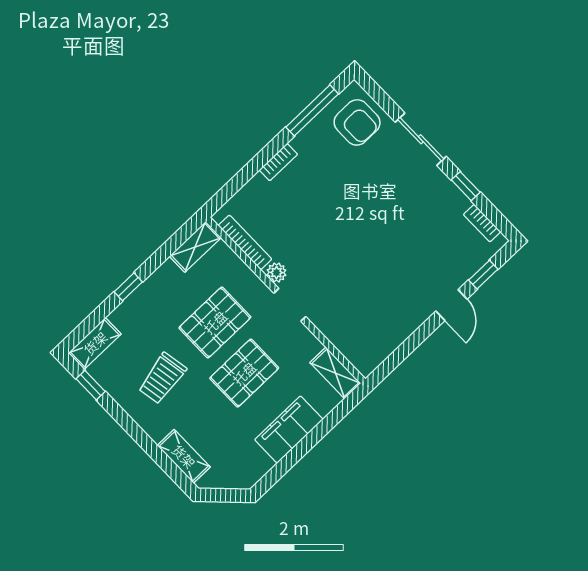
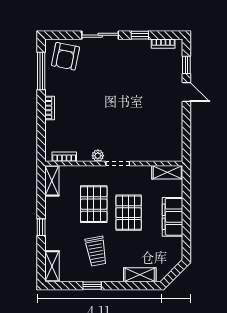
armchair: (357, 122) -> (66, 56), turned 101
bookcase: (245, 242) -> (64, 157), width x0.64
window: (91, 385) -> (92, 286), moved

